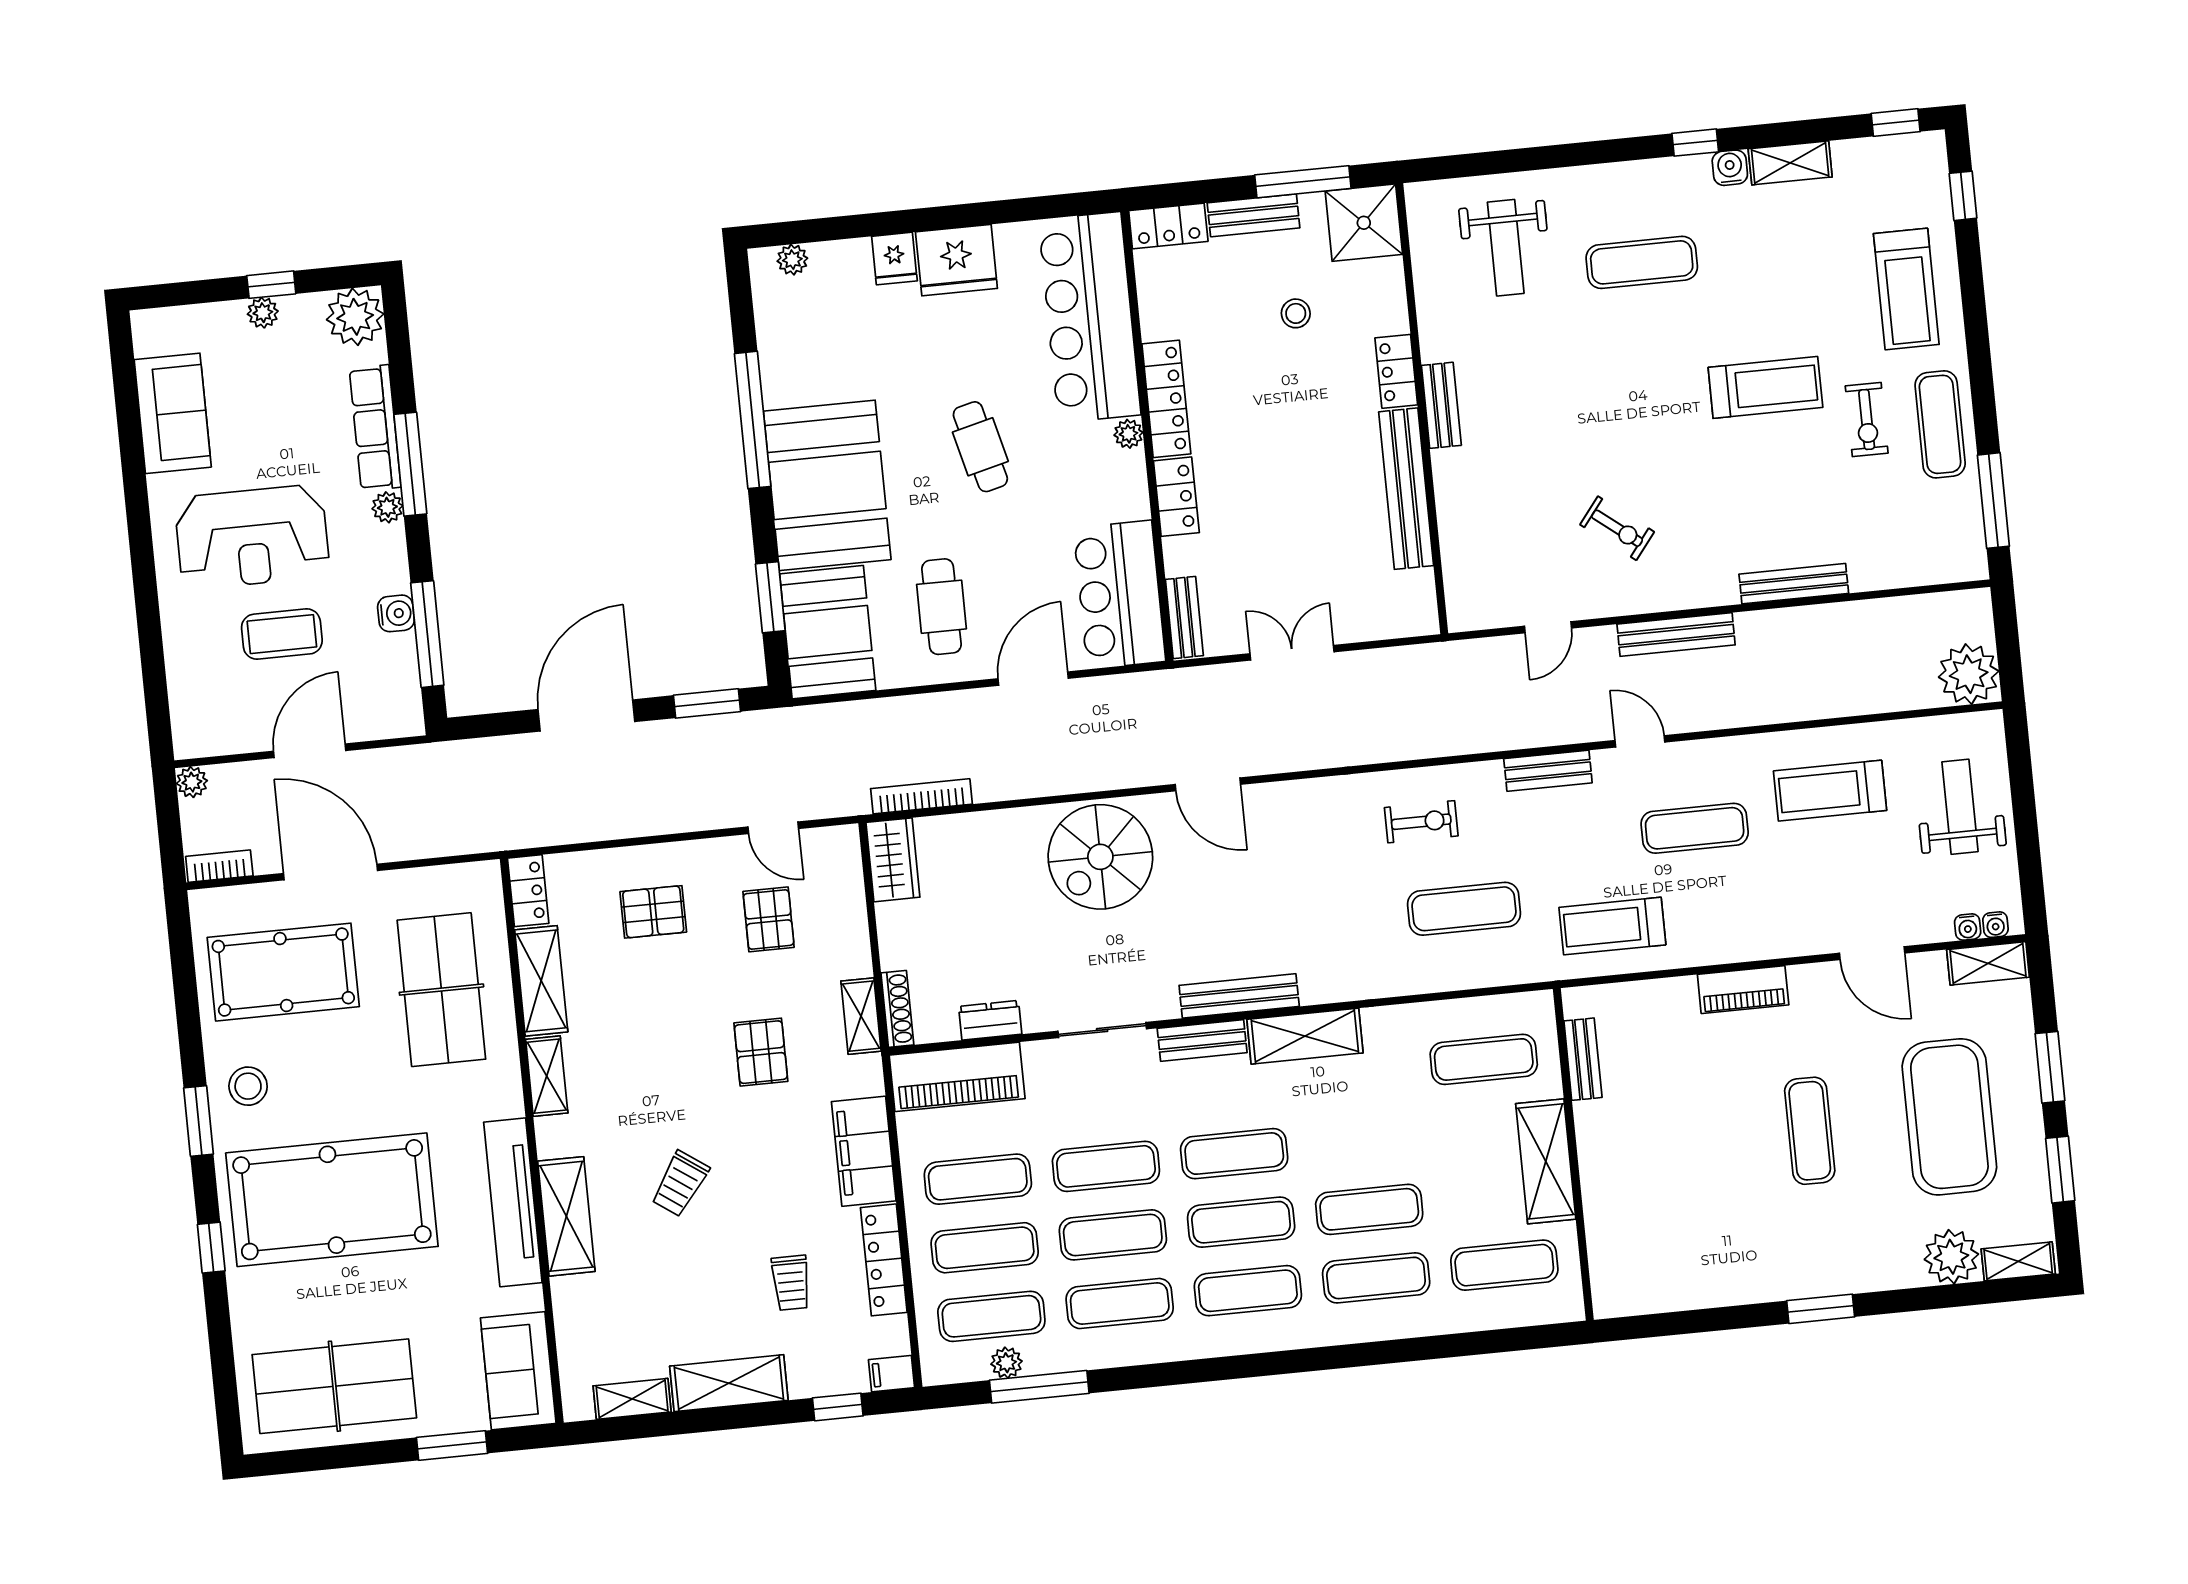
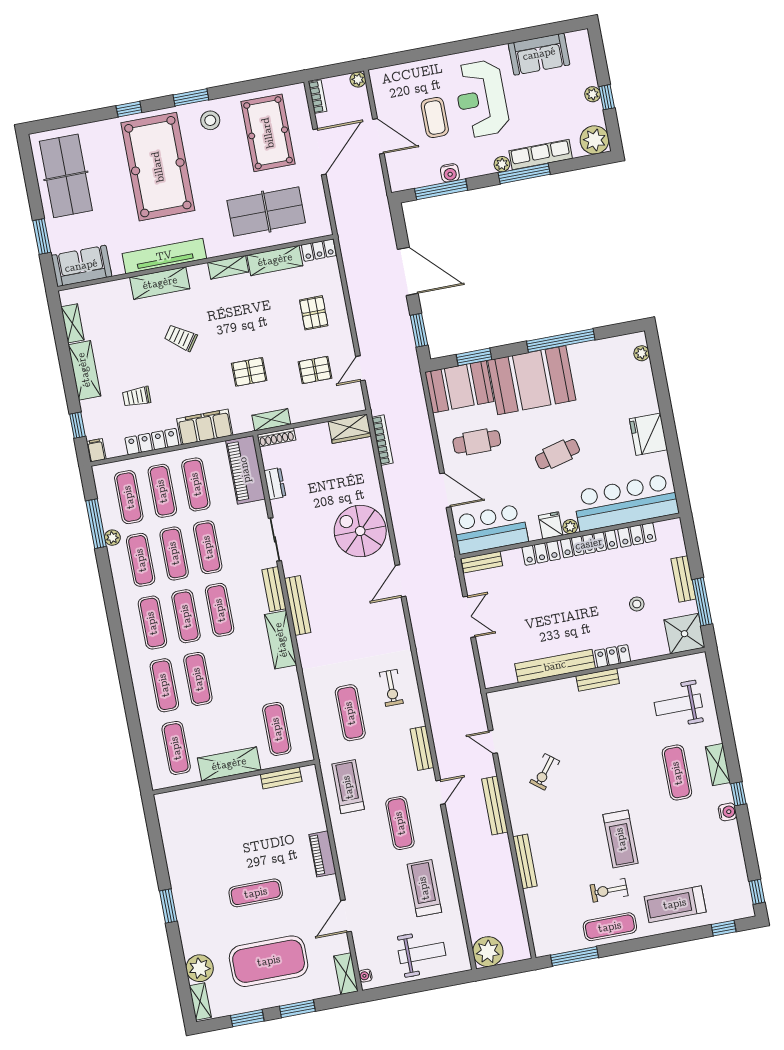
shelving: (1790, 163) -> (718, 765), moved
locker: (1168, 226) -> (637, 535), moved, turned -90
fridge: (894, 259) -> (551, 525), moved, turned 90
water cooler: (1968, 927) -> (363, 962), removed
plant: (1006, 1363) -> (112, 538), moved

